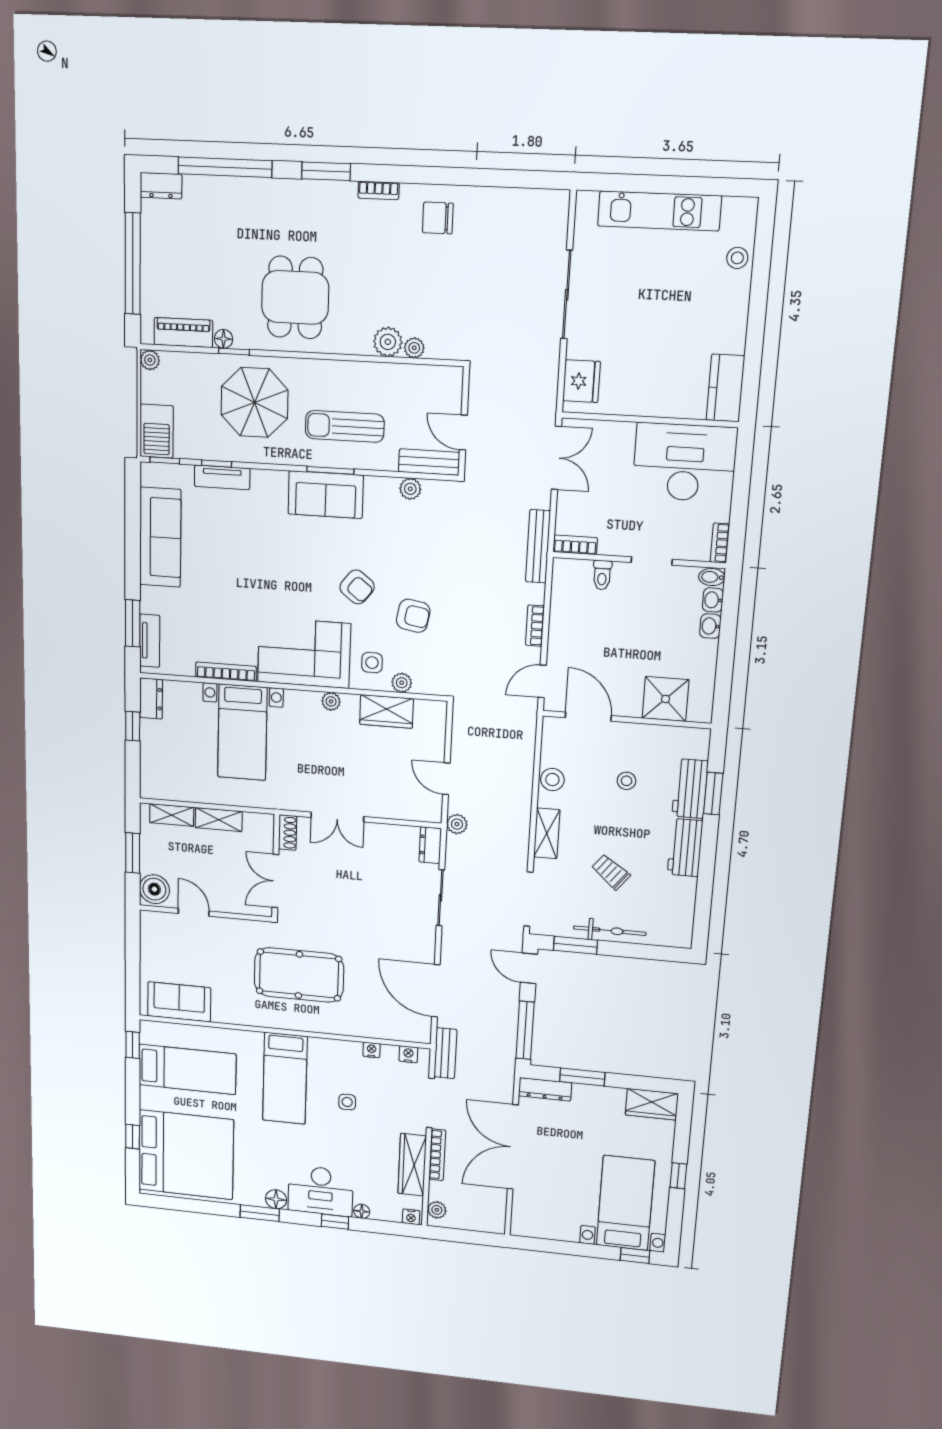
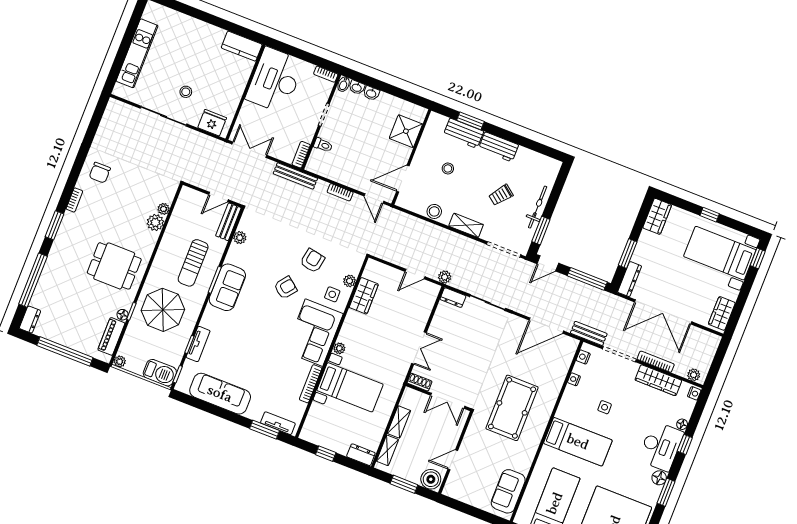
stool: (737, 258) -> (186, 92), moved
dresser: (151, 699) -> (361, 455), moved
plant: (331, 701) -> (339, 348), moved
wardrobe: (538, 1226) -> (722, 313), added

